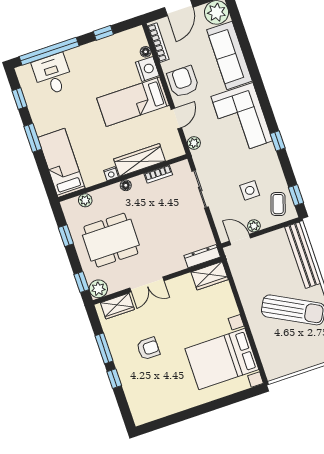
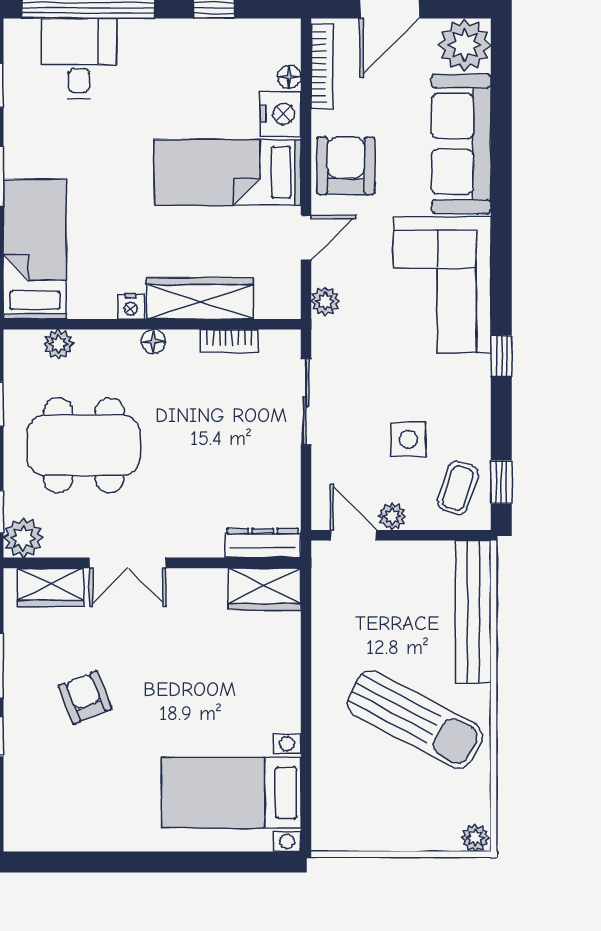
armchair: (148, 348) -> (85, 697), turned -112
bed with nightstands: (222, 359) -> (231, 793), width x0.73

